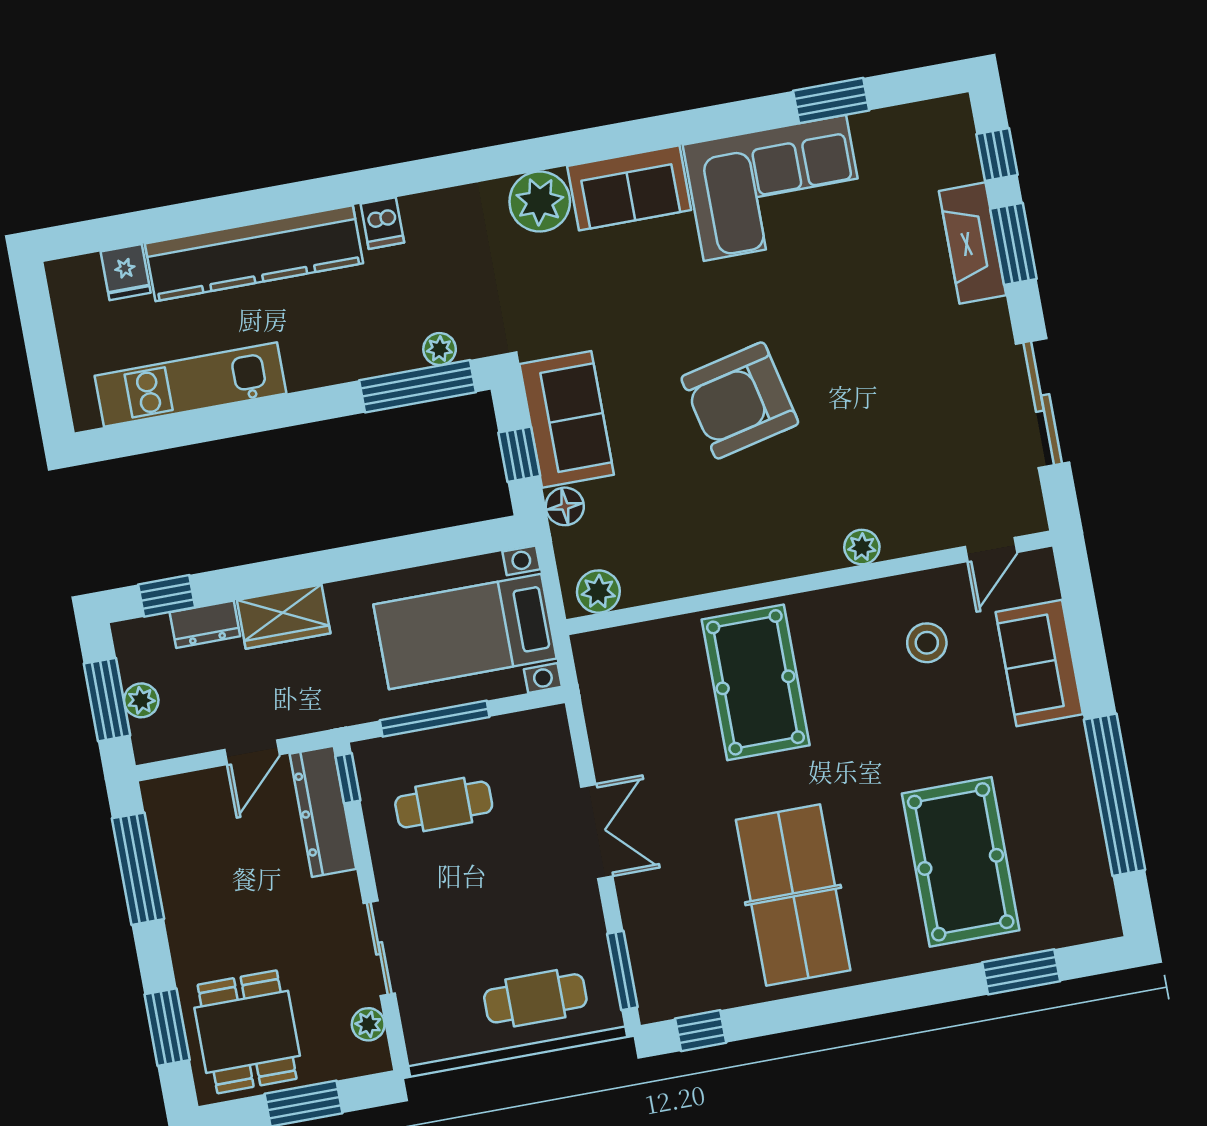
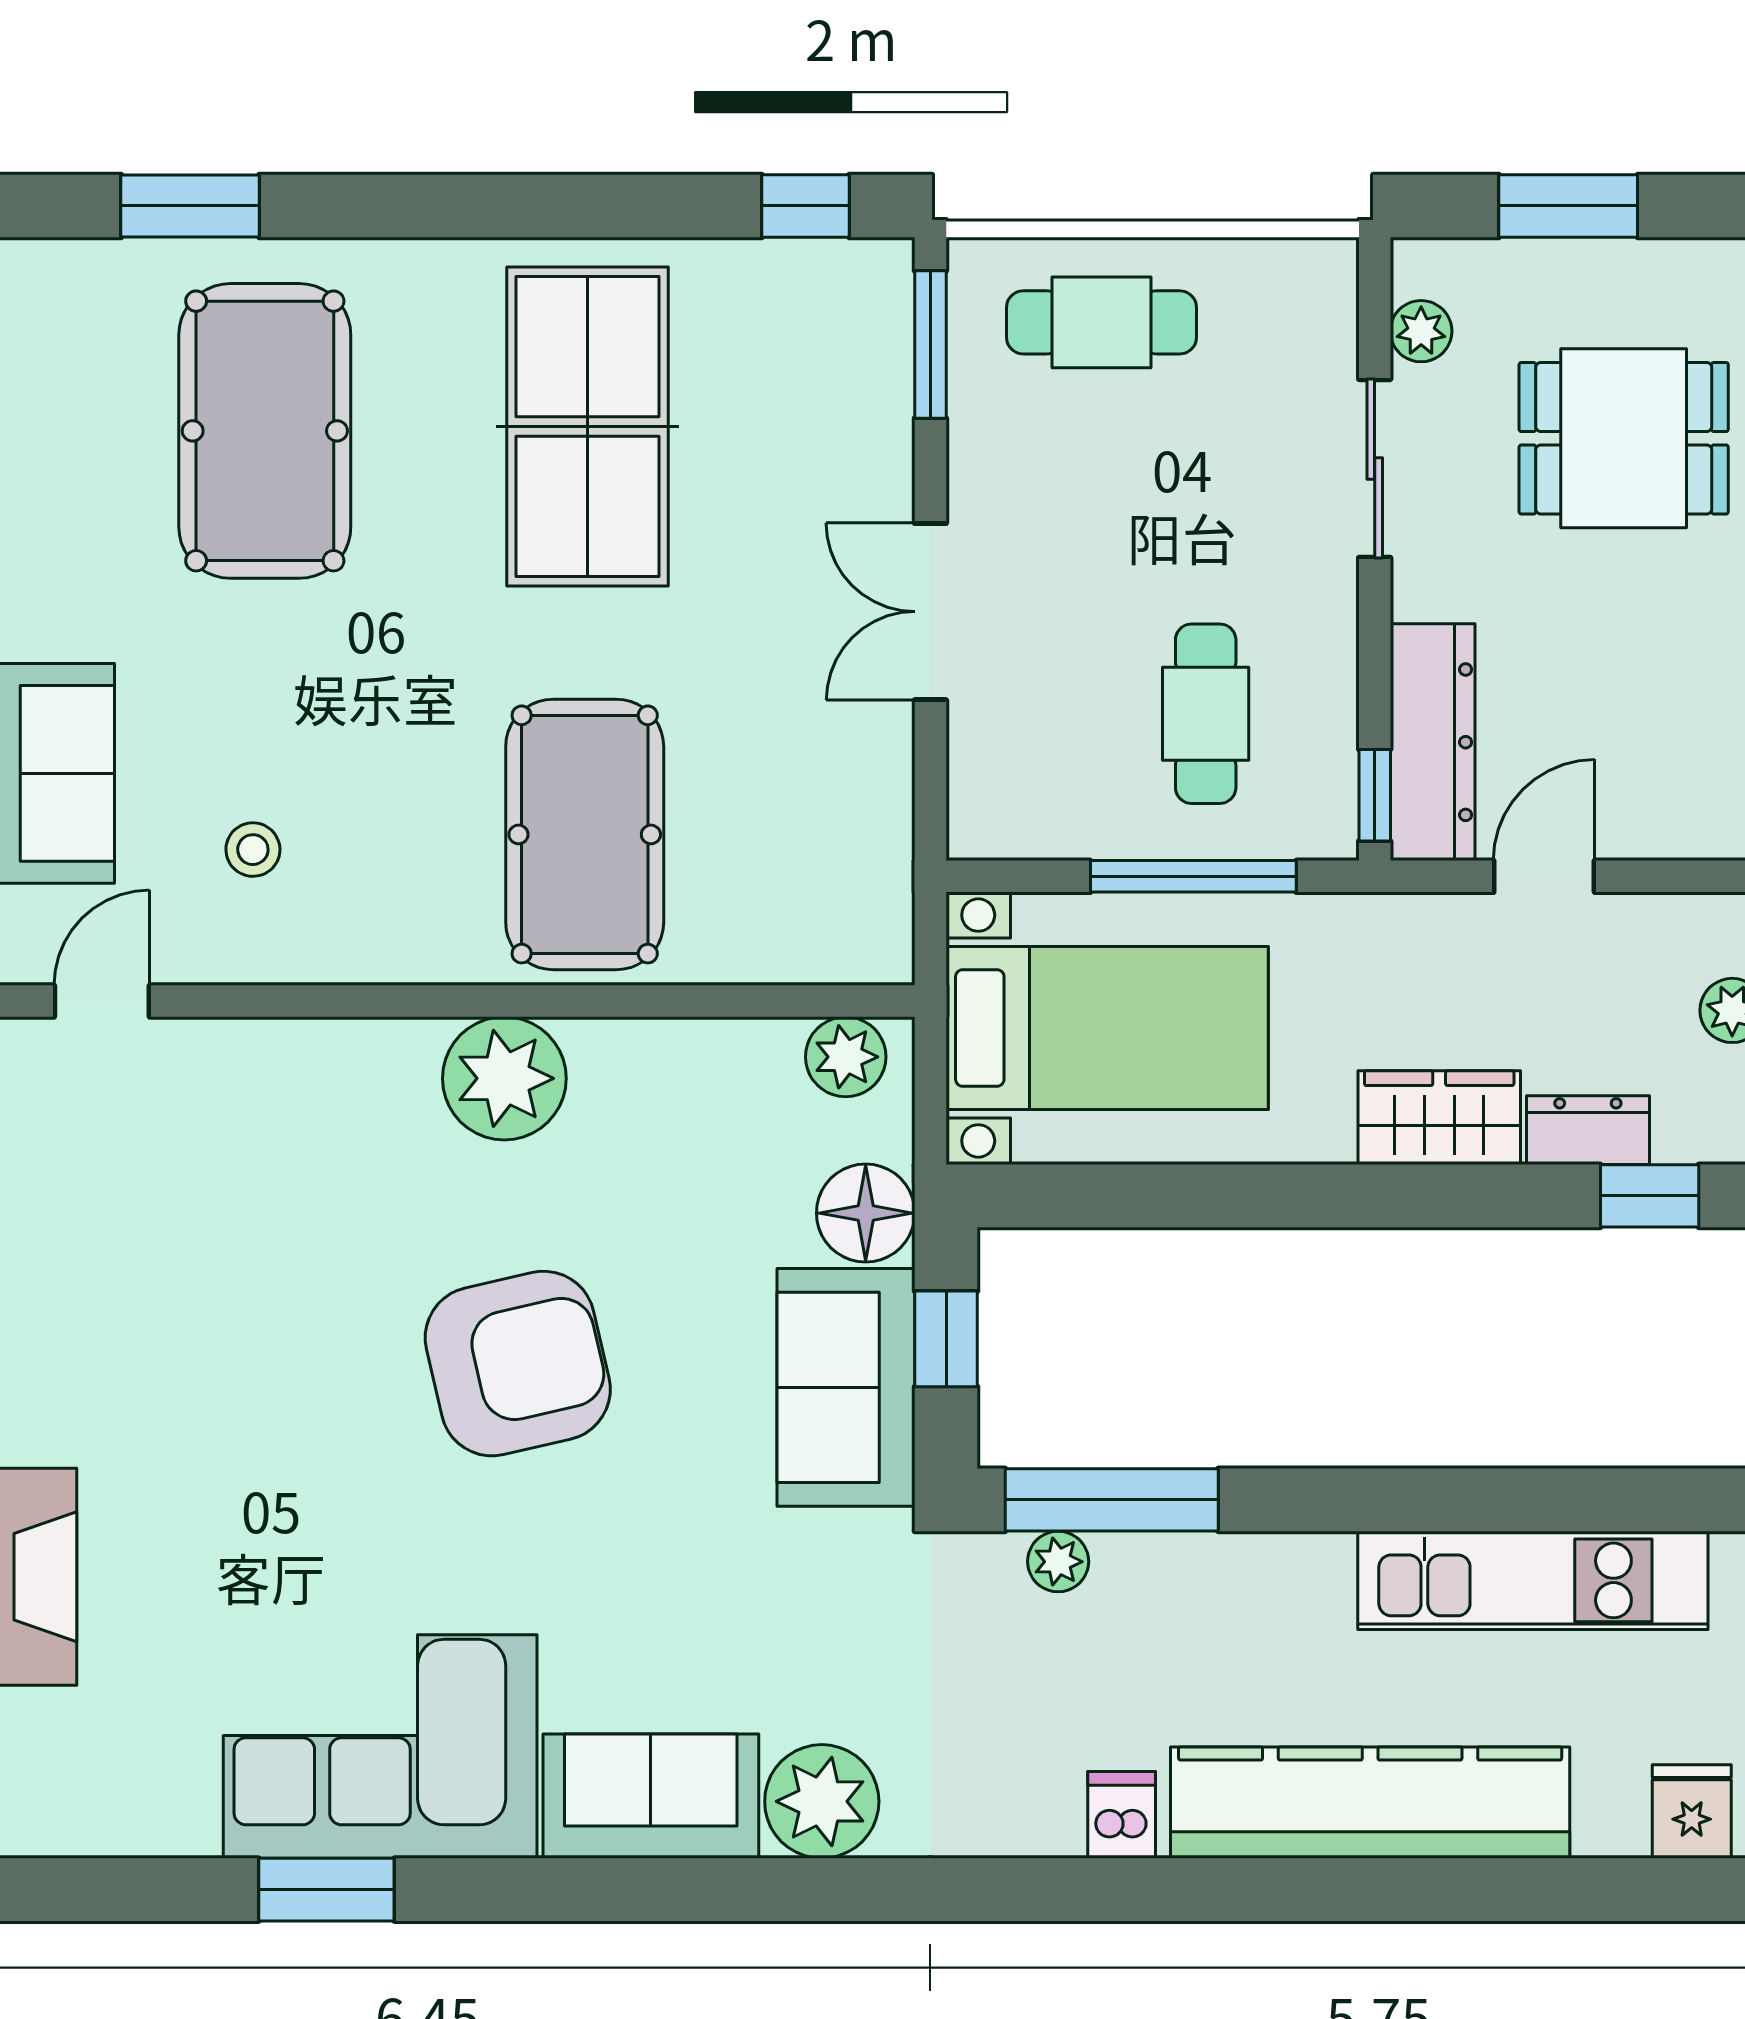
window: (831, 101) -> (326, 1890), moved
fridge: (126, 272) -> (1692, 1812), moved
floor lamp: (565, 506) -> (866, 1213), width x1.38, depth x1.38
plant: (862, 547) -> (504, 1078), moved, width x1.87, depth x1.87
stool: (927, 643) -> (253, 850), width x0.73, depth x0.73
cafe table: (444, 805) -> (1206, 714), turned 90
dining table: (247, 1032) -> (1624, 438), moved, turned 90

